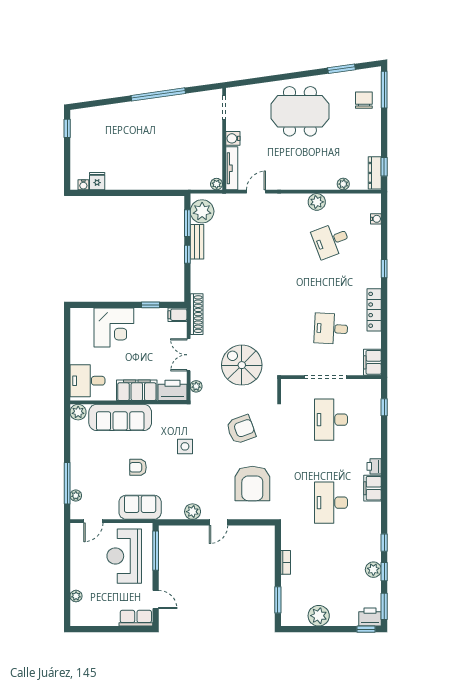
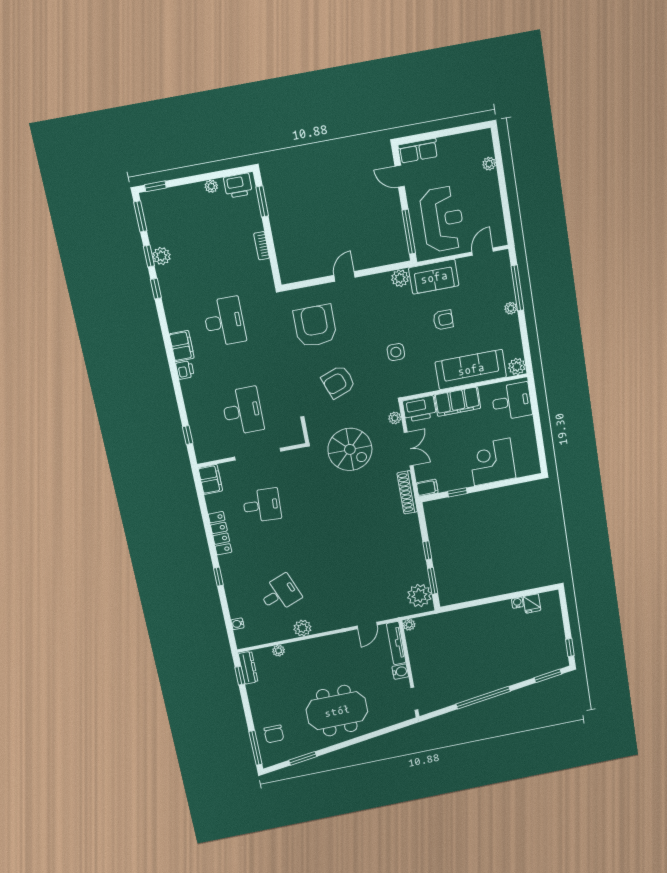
window: (92, 104) -> (548, 676), added
water cooler: (83, 185) -> (517, 603), moved
bench: (197, 242) -> (420, 565), removed
plant: (76, 496) -> (511, 308), moved
plant: (193, 512) -> (400, 278), moved
plant: (319, 616) -> (211, 186), width x0.53, depth x0.53
printer: (370, 617) -> (238, 186), moved

